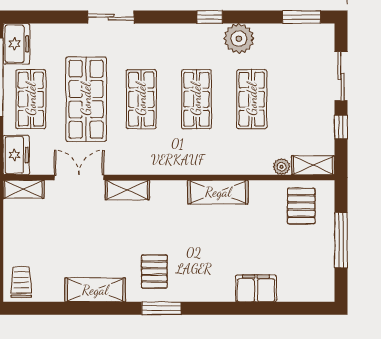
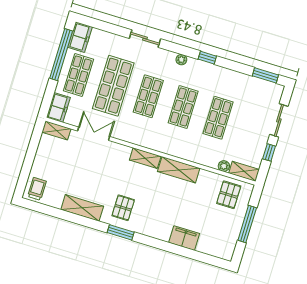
plant: (239, 39) -> (181, 60), moved, width x0.53, depth x0.53
shelving: (127, 190) -> (145, 158), moved

